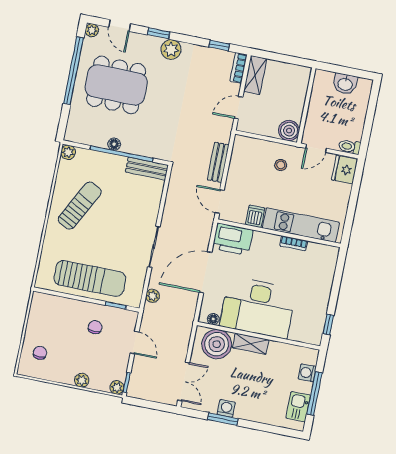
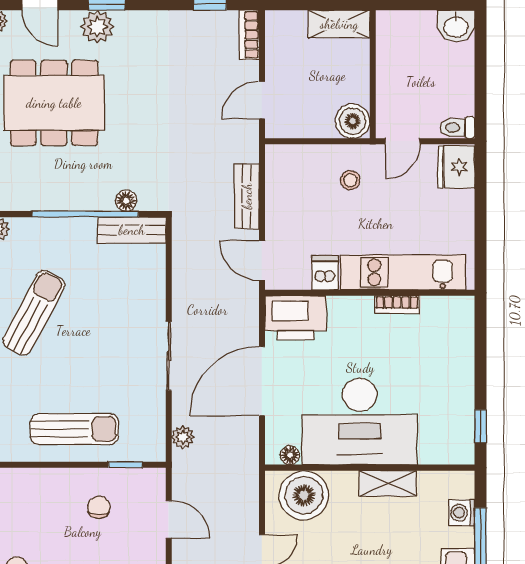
plant: (171, 49) -> (97, 27), moved
shelving: (255, 75) -> (339, 24), moved, turned 90
washbasin: (345, 84) -> (456, 26), moved
floor lamp: (114, 144) -> (126, 201), moved
sun lounger: (90, 278) -> (74, 429), width x0.73, depth x0.75
shelving: (251, 344) -> (388, 483), moved

